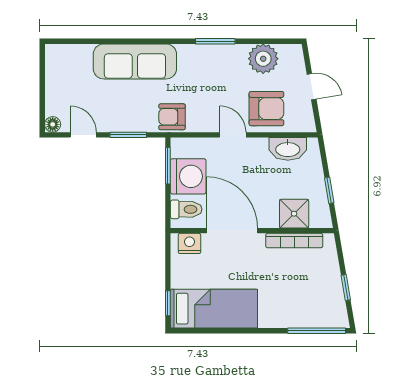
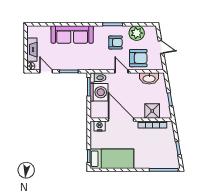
fireplace: (55, 92) -> (32, 50), added
armchair: (172, 117) -> (116, 42), moved, turned 180
toilet: (186, 209) -> (98, 78), moved

